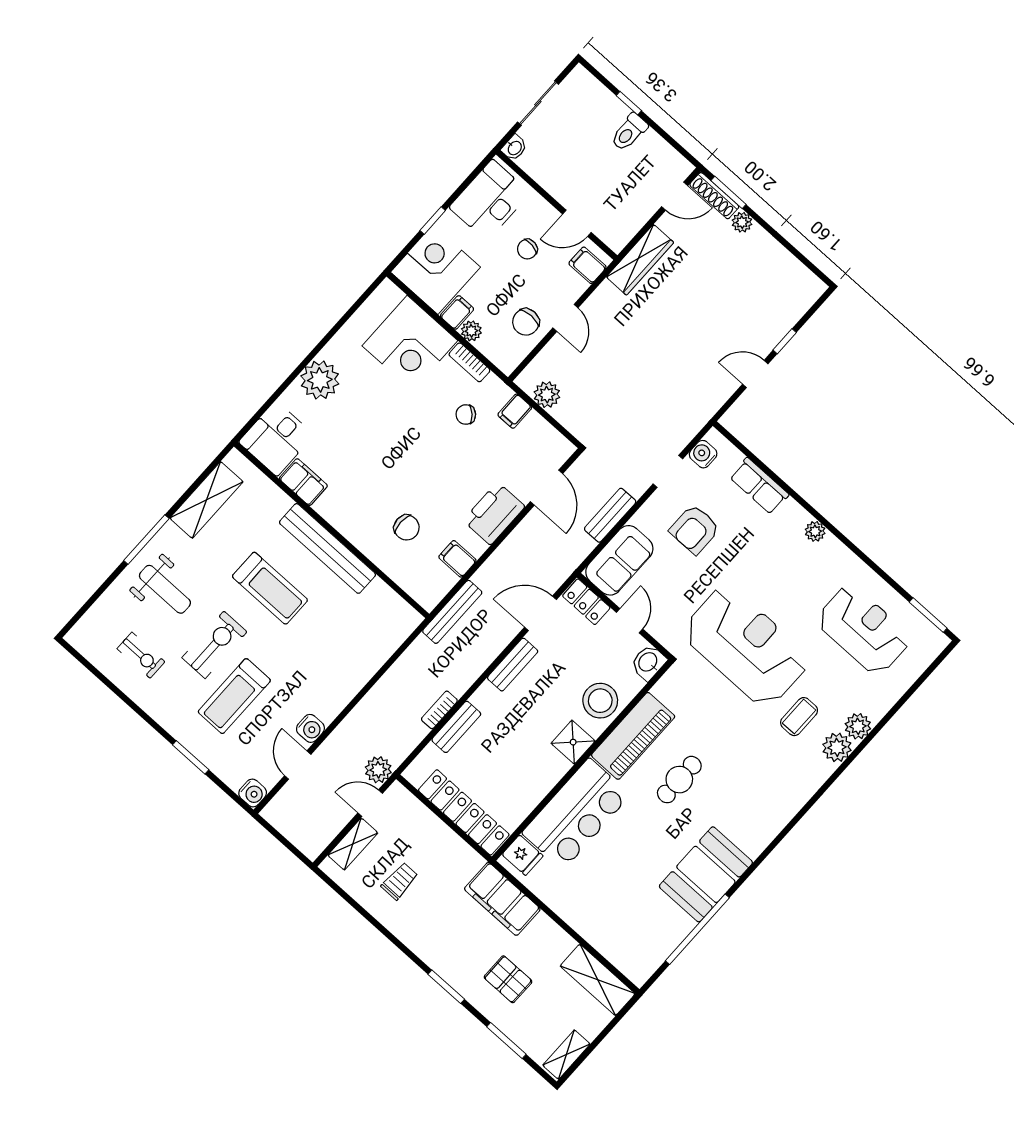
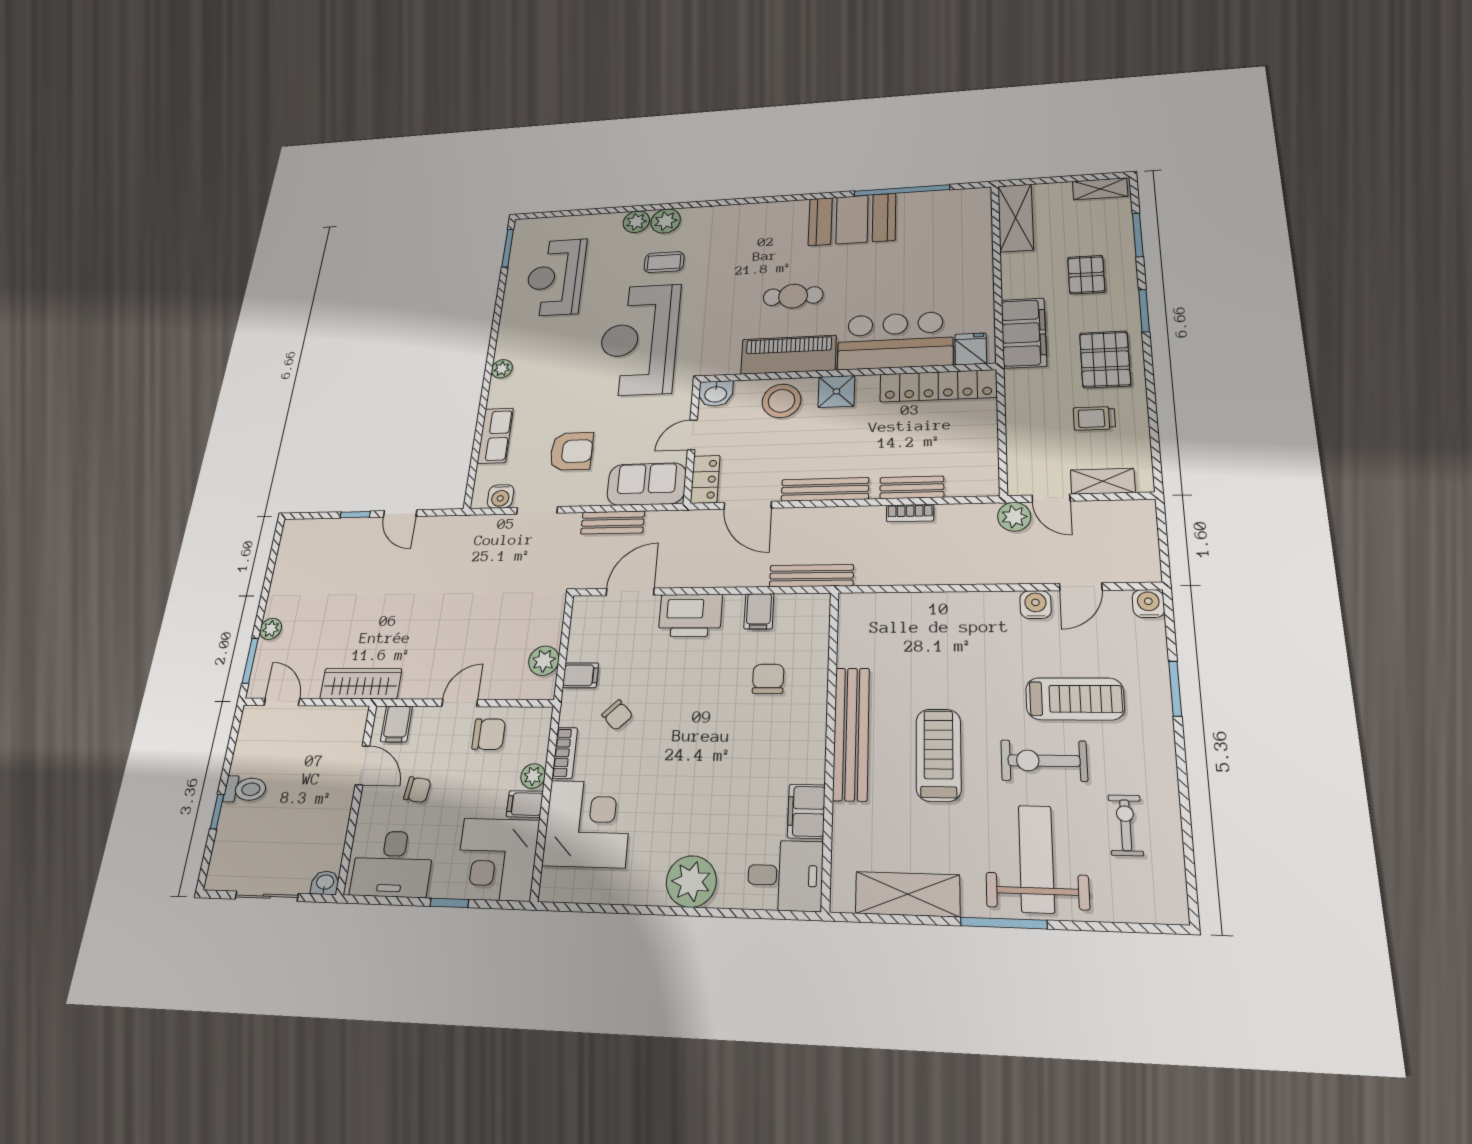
shoe rack: (714, 196) -> (261, 670), removed
weight bench: (165, 589) -> (1036, 859), width x1.36, depth x1.33
bench: (513, 665) -> (825, 489), width x1.36
locker: (464, 812) -> (938, 386), moved, turned -90
pallet: (435, 929) -> (1105, 359), added

